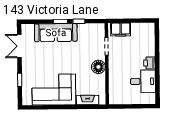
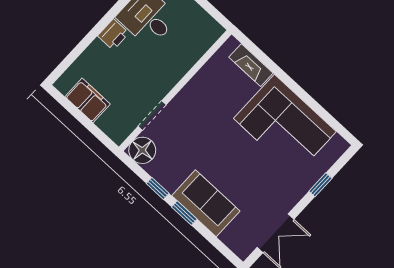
filing cabinet: (121, 30) -> (88, 100), moved
sofa: (56, 33) -> (206, 203), width x0.73
floor lamp: (98, 67) -> (142, 150), moved

